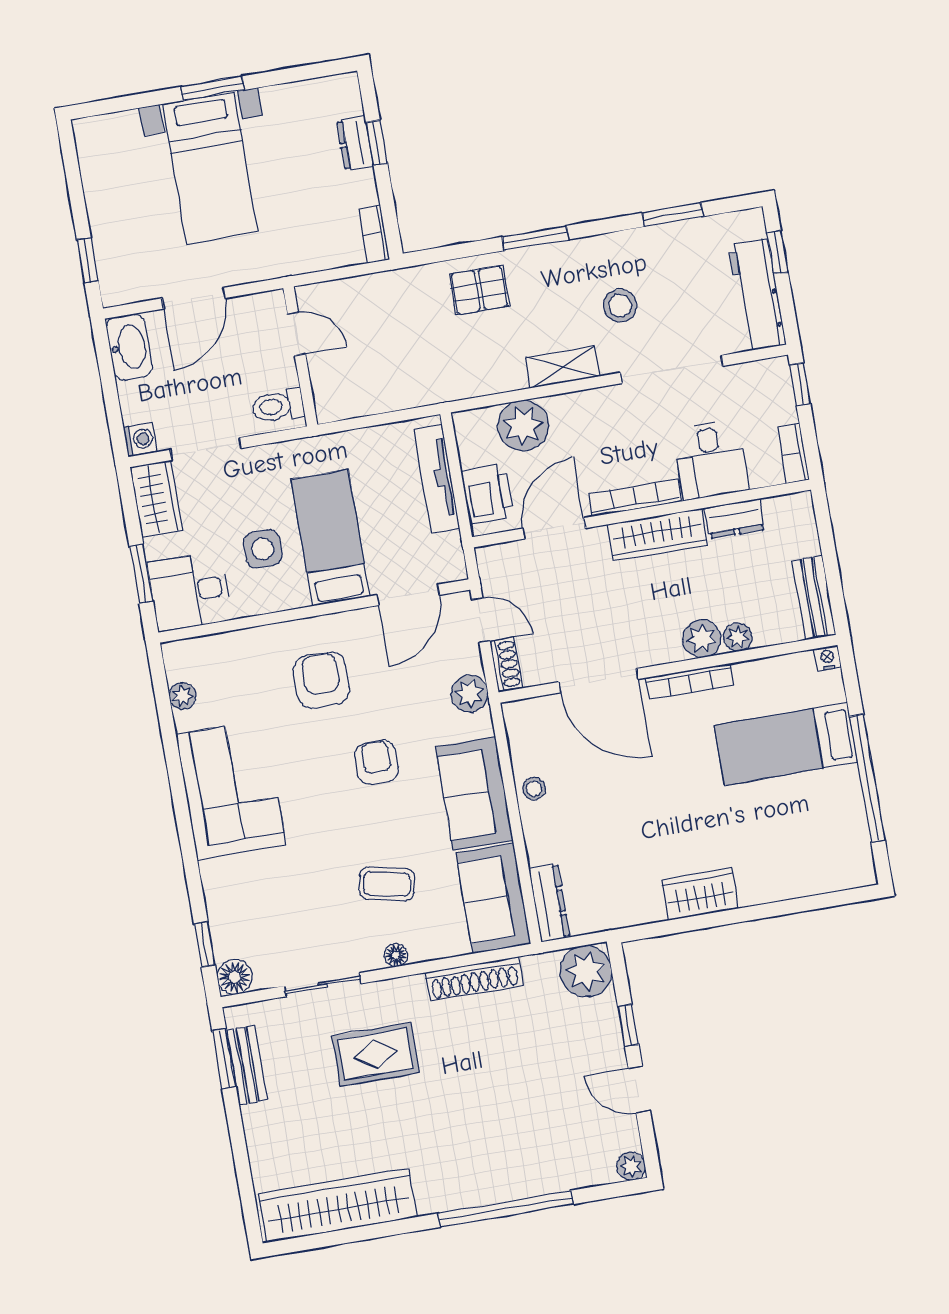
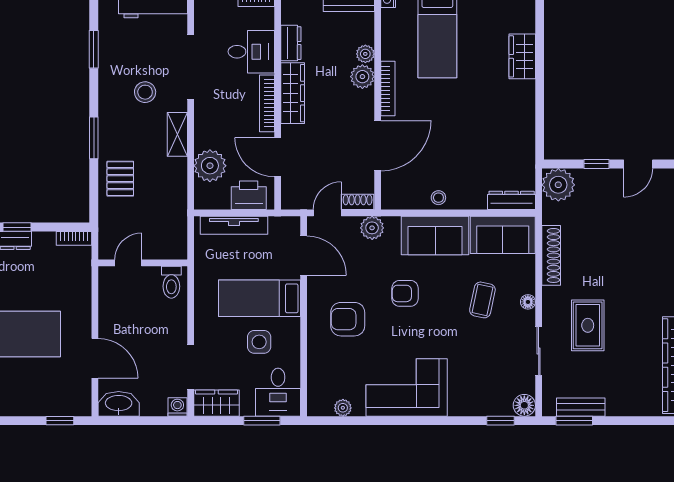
door: (296, 334) -> (128, 263), moved
wall: (300, 356) -> (143, 263), moved
toilet: (278, 406) -> (171, 282), moved
wardrobe: (700, 894) -> (522, 56), moved

